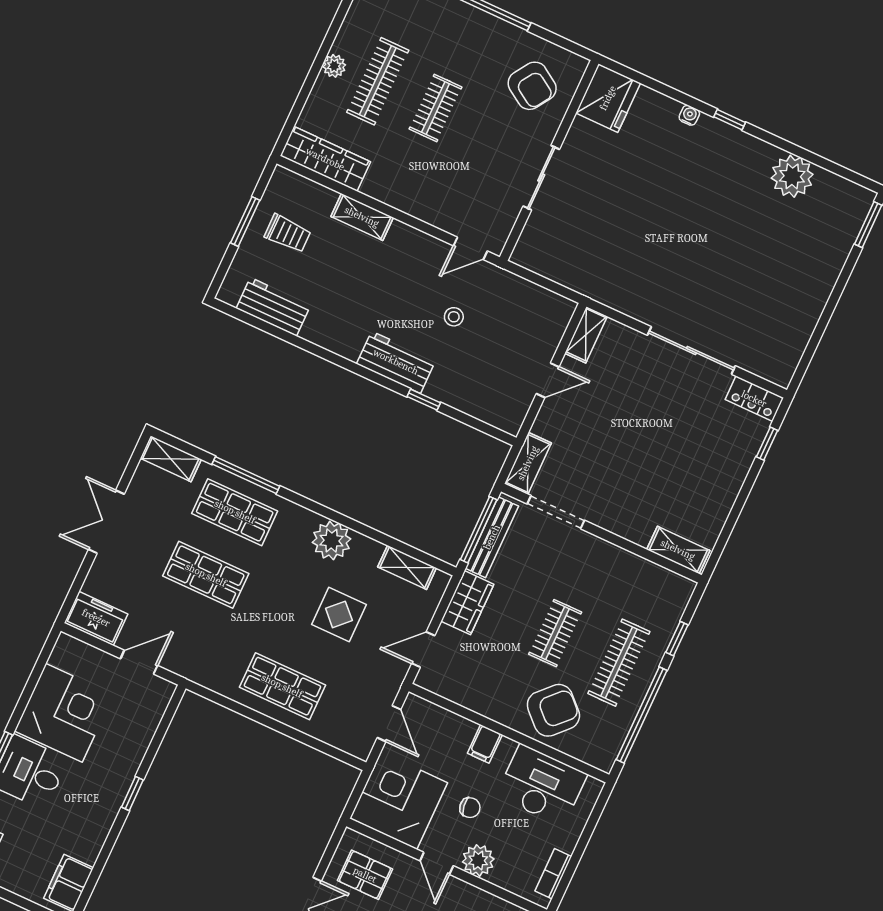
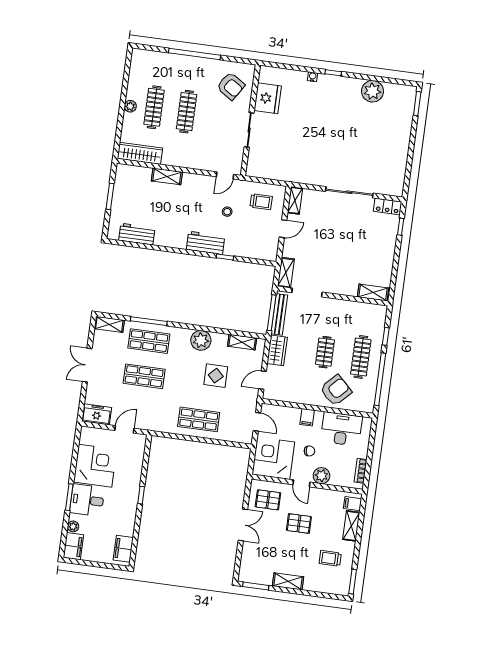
fridge: (608, 98) -> (268, 98), moved
clothes rail: (436, 108) -> (187, 112), width x1.36
trolley: (288, 233) -> (261, 202), moved

